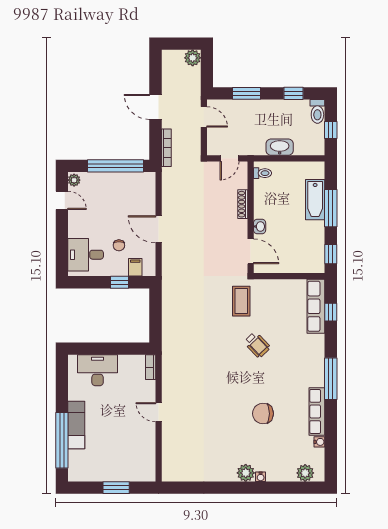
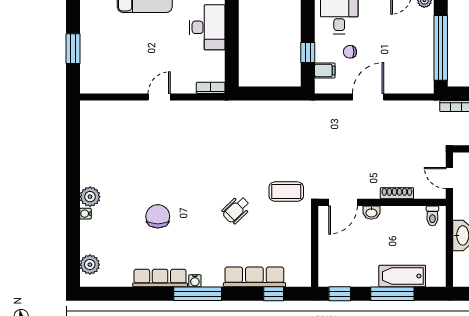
row of seats: (316, 306) -> (254, 277), moved
water cooler: (319, 442) -> (195, 281), moved

